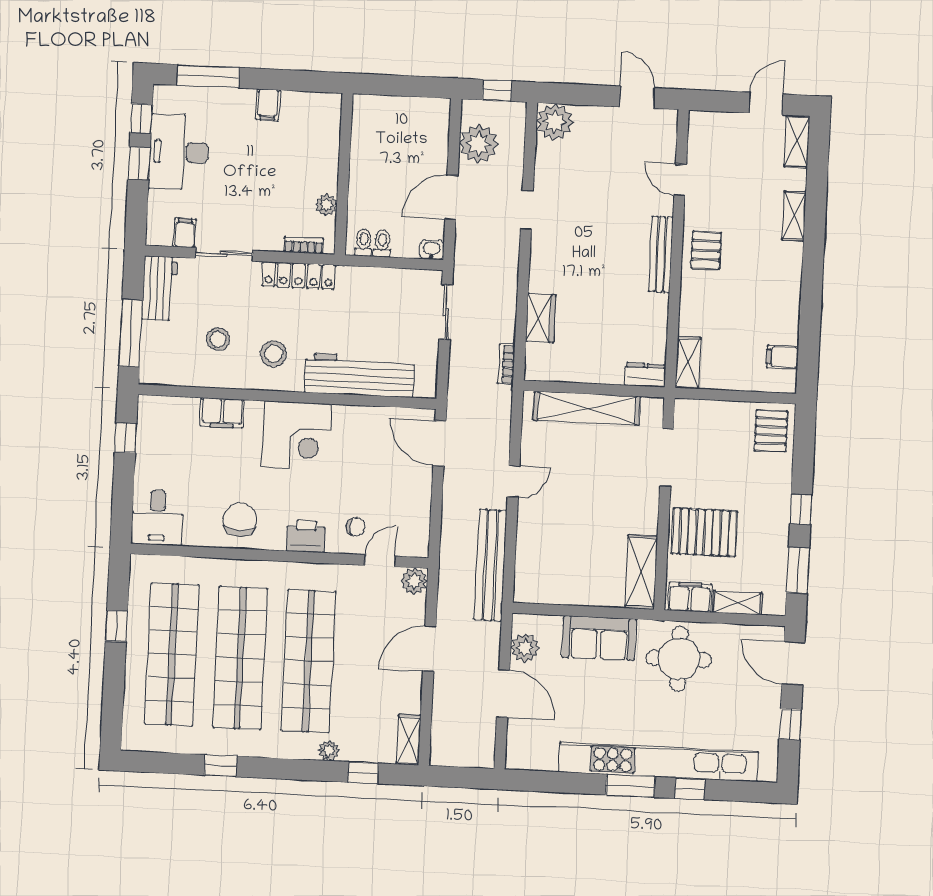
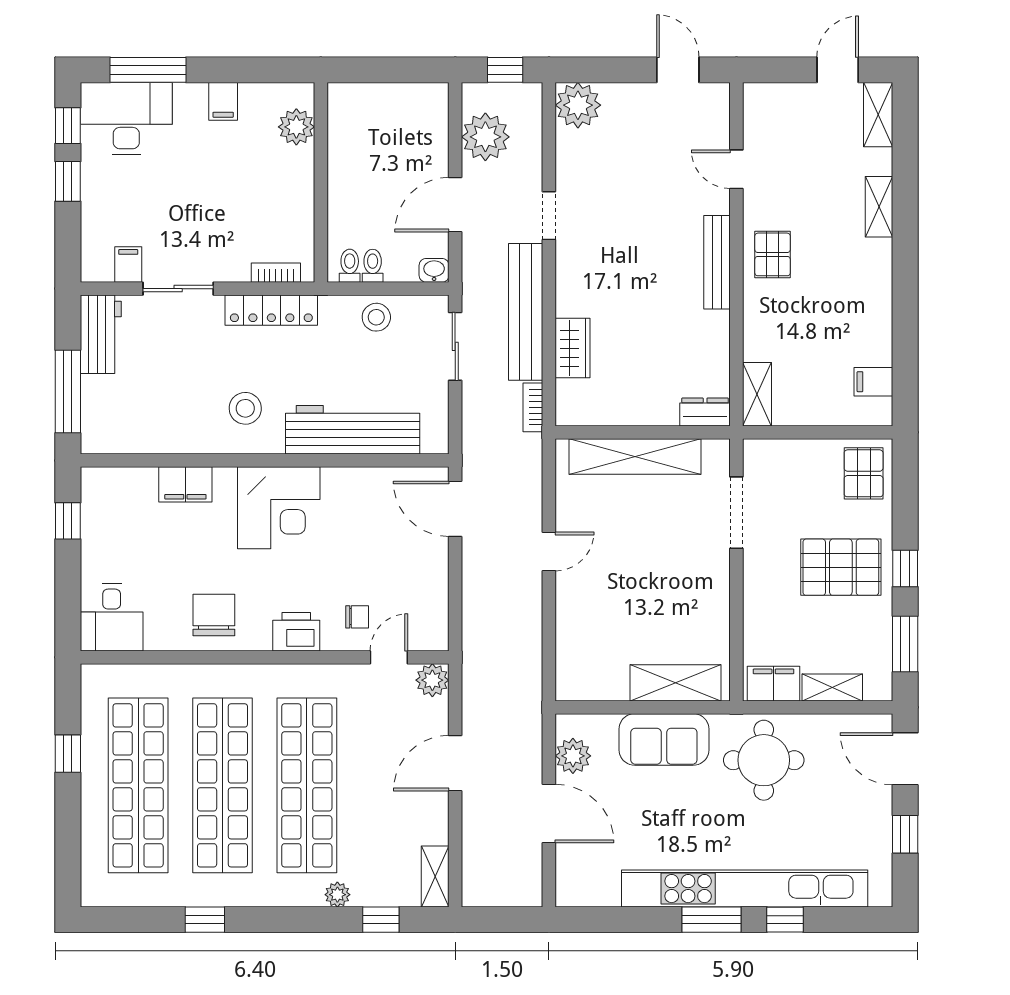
desk: (179, 152) -> (126, 119), moved, turned 90
plant: (326, 205) -> (296, 127), moved, width x1.38, depth x1.38
stool: (218, 339) -> (376, 317), moved
pallet: (704, 532) -> (841, 567), moved
bench: (491, 565) -> (526, 312), moved
shelving: (641, 572) -> (676, 683), moved, turned 90

